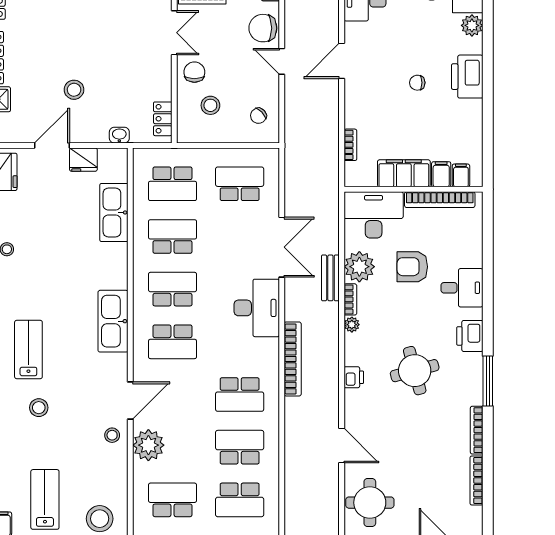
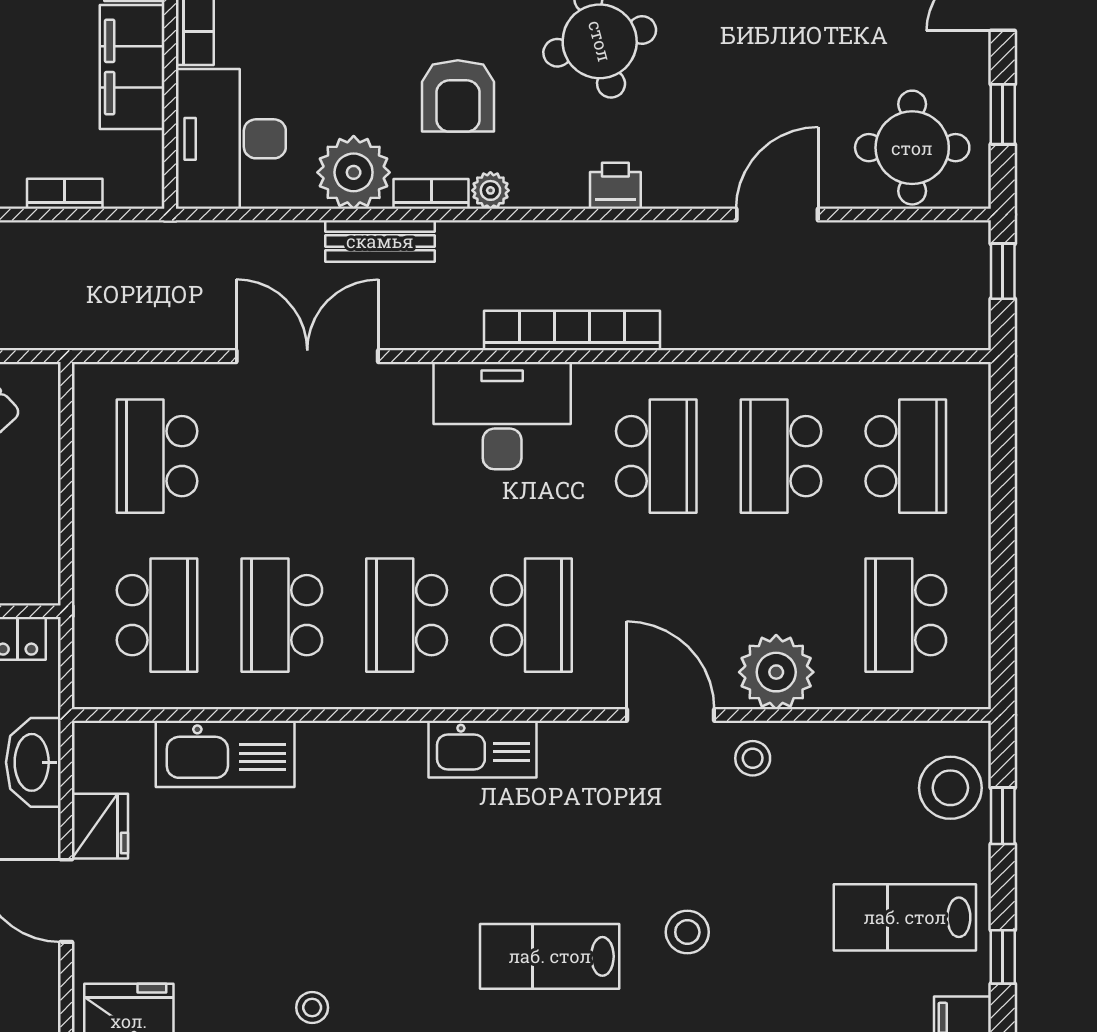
washbasin: (119, 135) -> (33, 762), width x1.91, depth x1.45
armchair: (412, 267) -> (458, 96), moved
desk: (257, 308) -> (502, 416), moved
kitchen sink: (113, 321) -> (482, 749), width x0.73, depth x0.81

